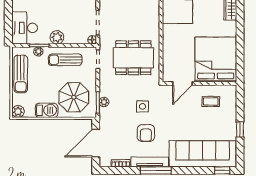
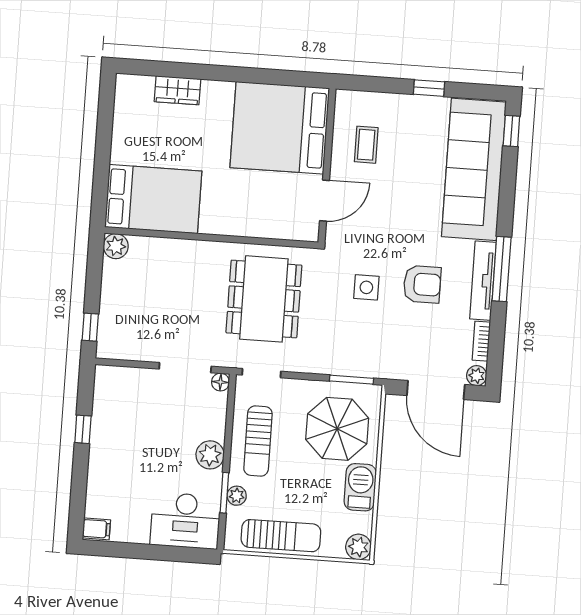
door: (183, 83) -> (324, 201), hinge flipped
plant: (104, 102) -> (477, 376), moved

